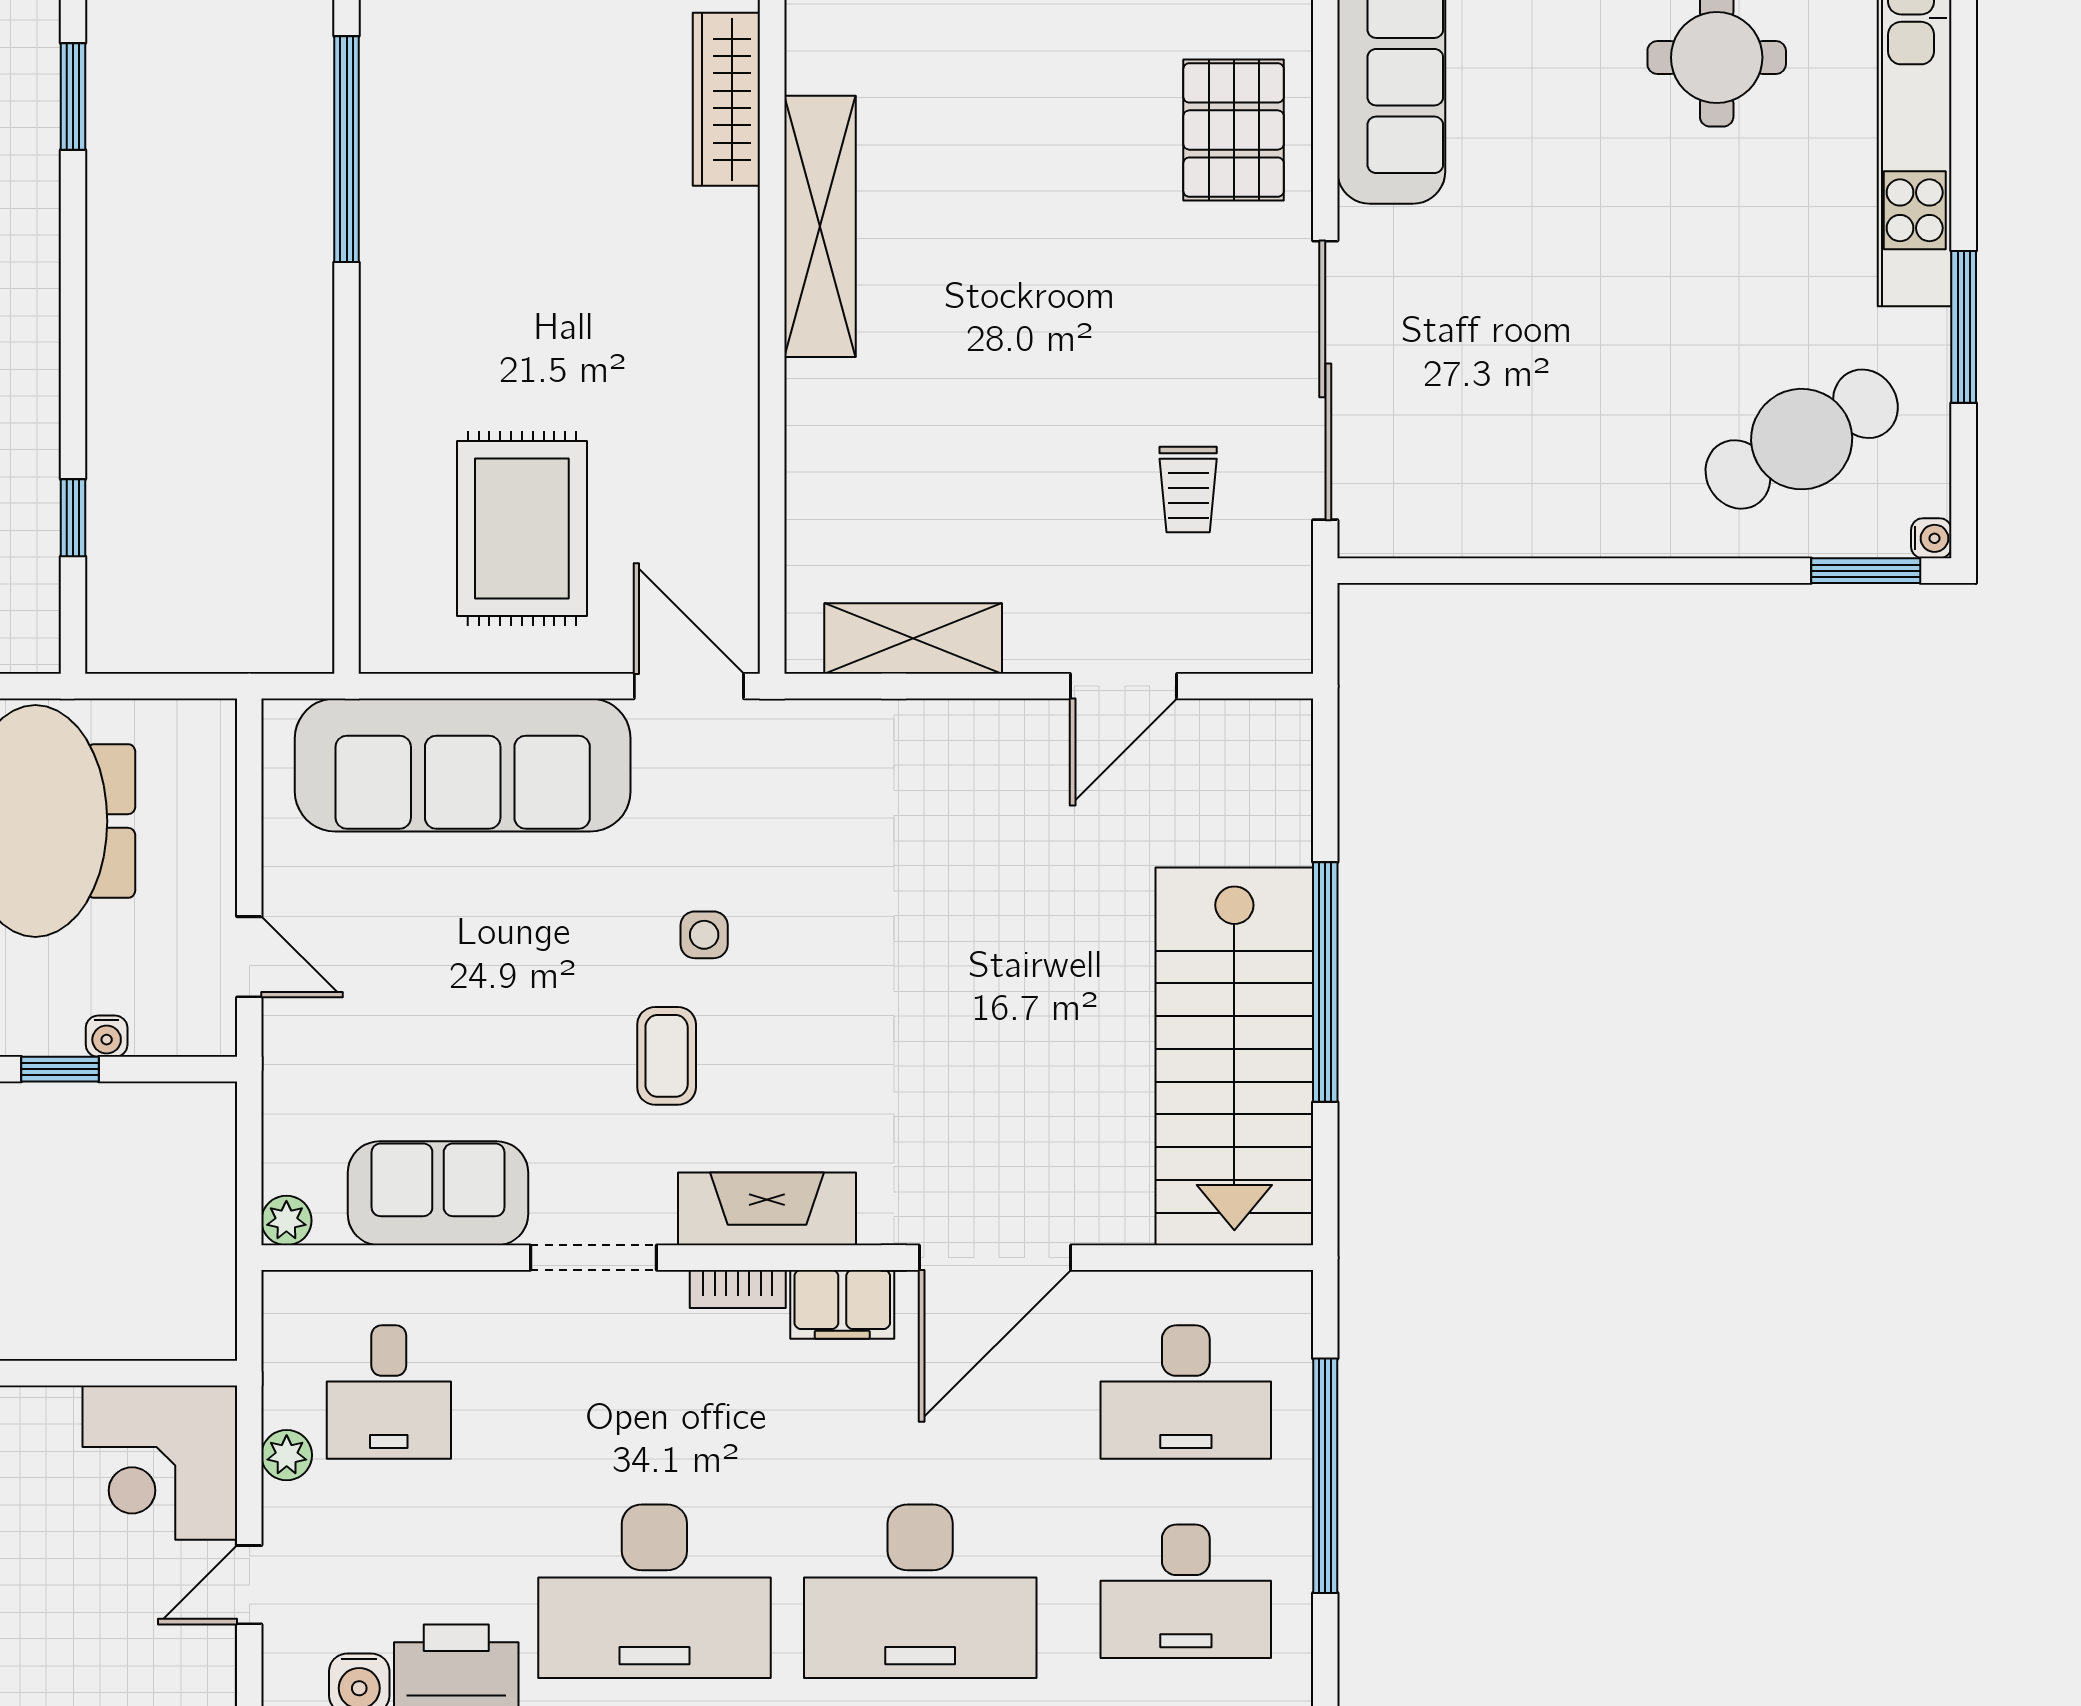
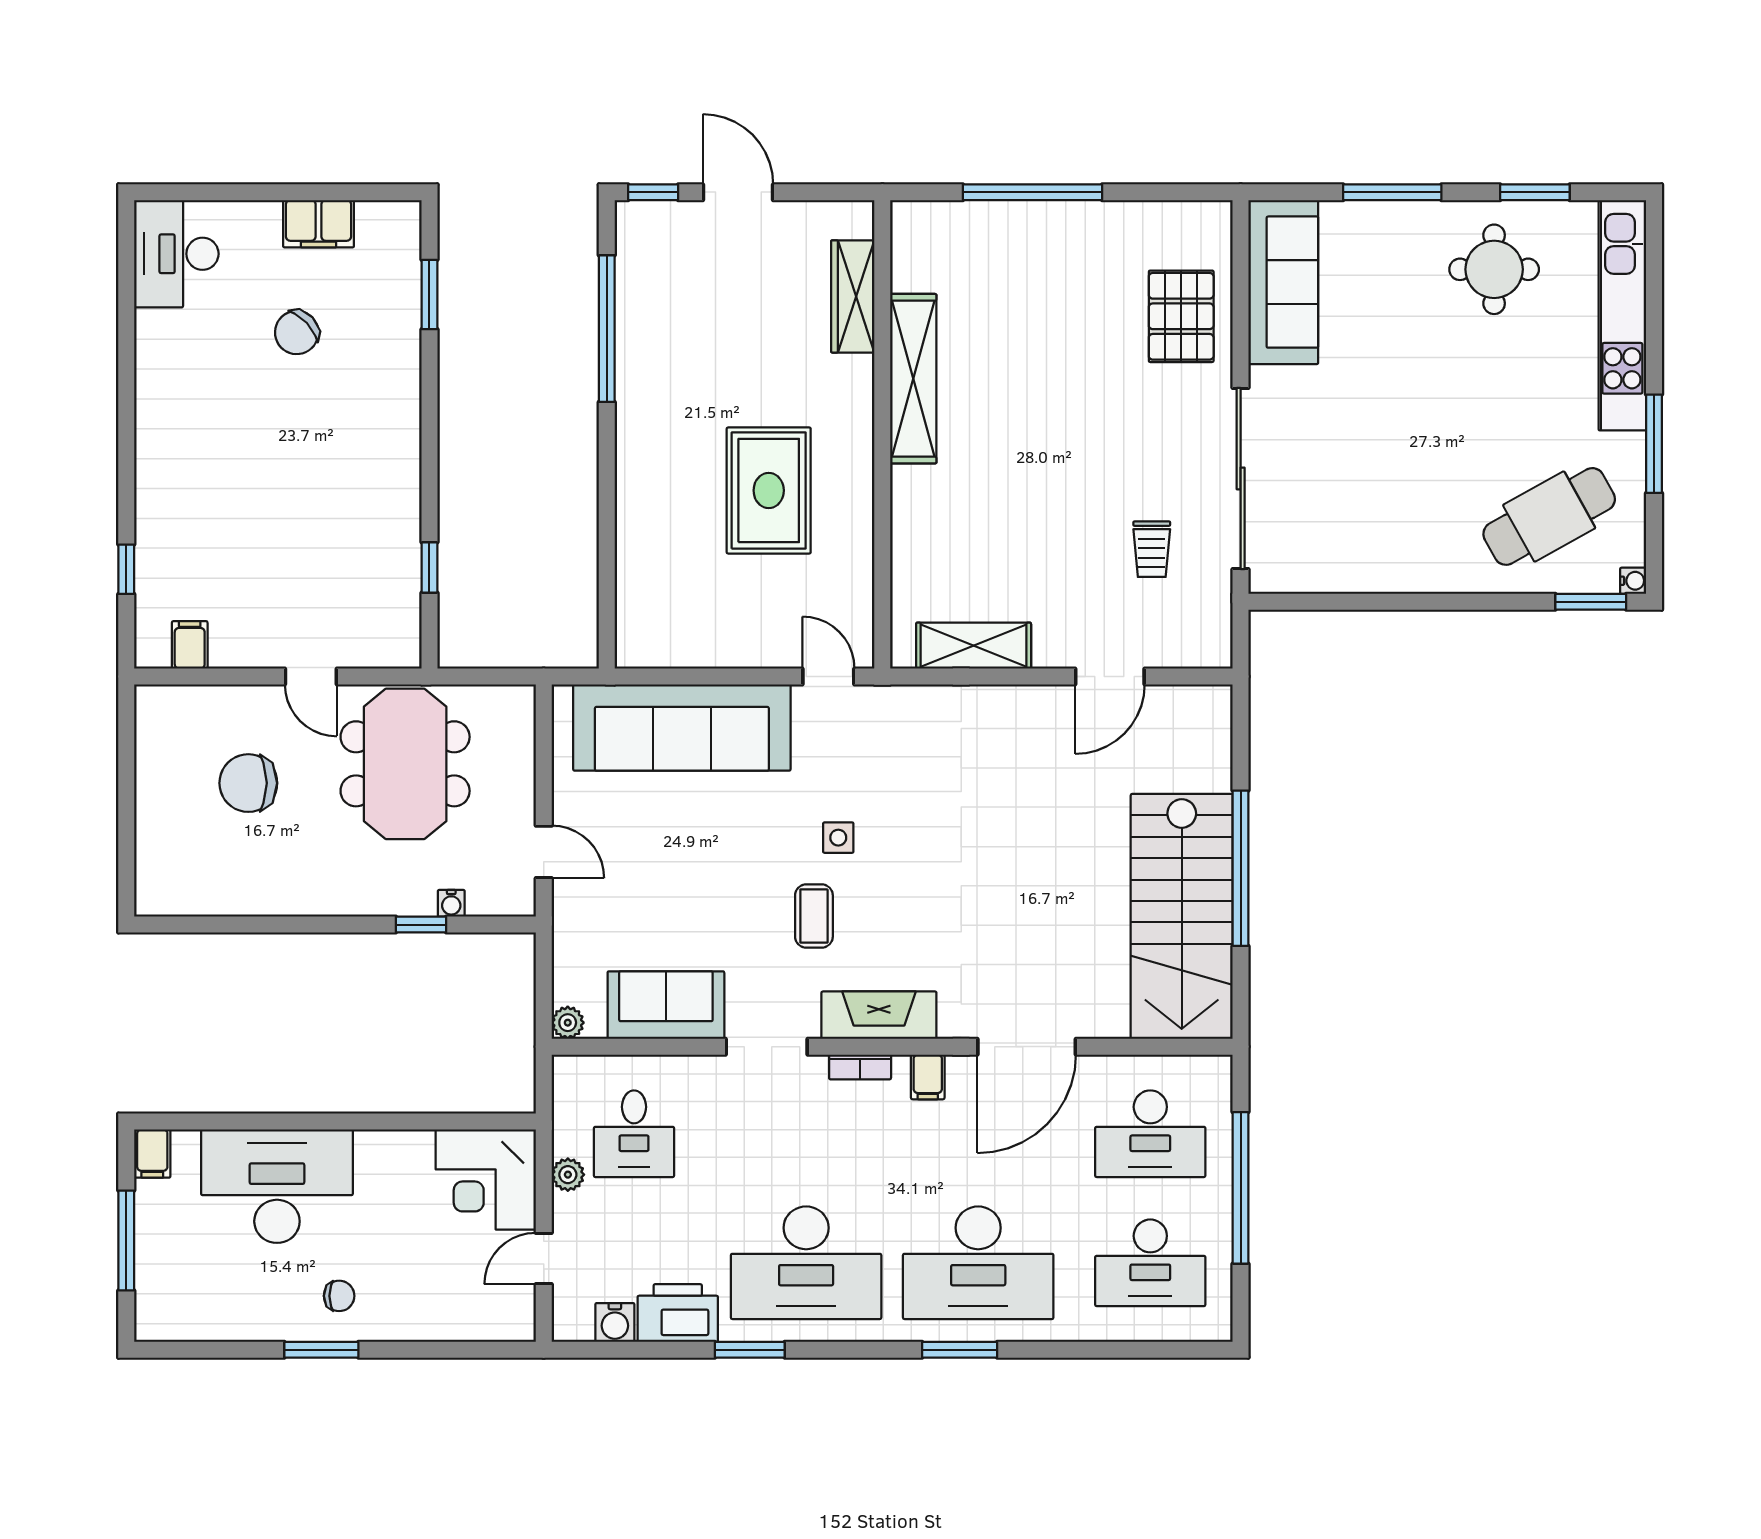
rug: (522, 528) -> (769, 490), moved
door: (689, 686) -> (828, 677), width x0.73
filing cabinet: (842, 1304) -> (928, 1077), width x0.50

